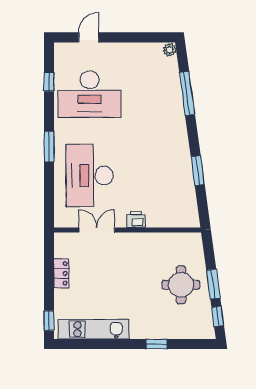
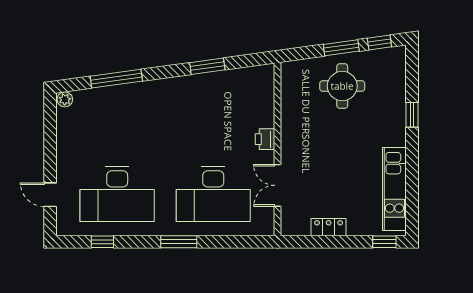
desk: (90, 94) -> (117, 194), turned 90

